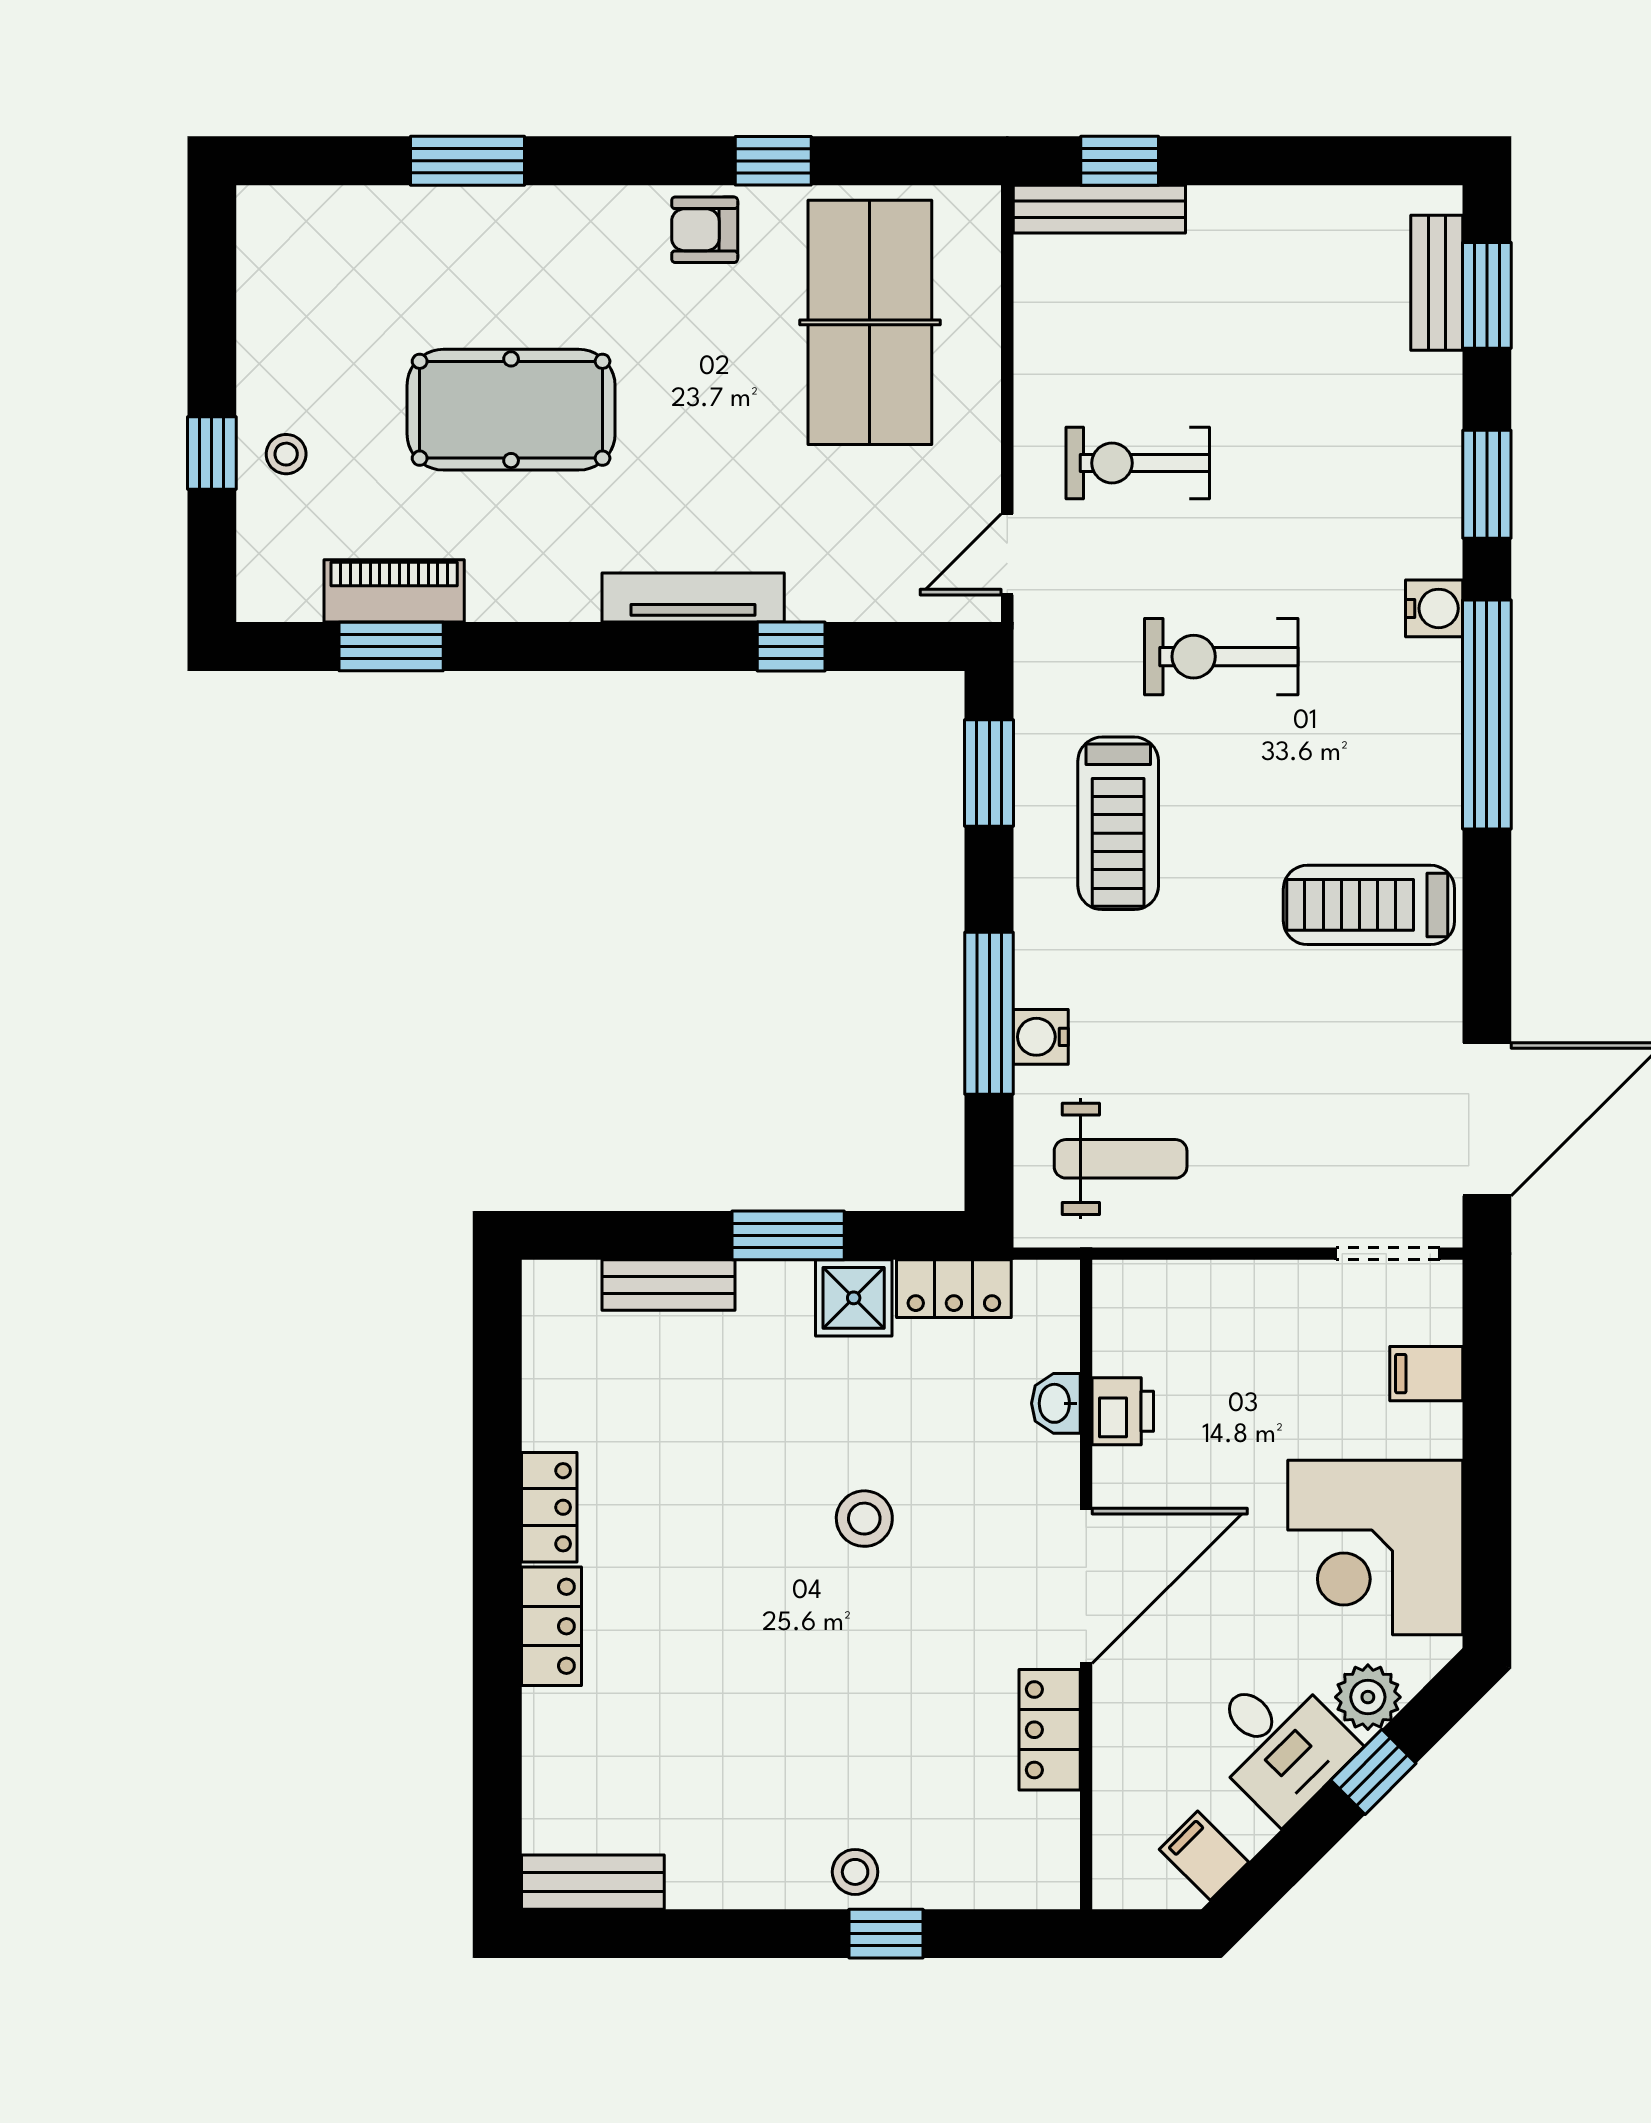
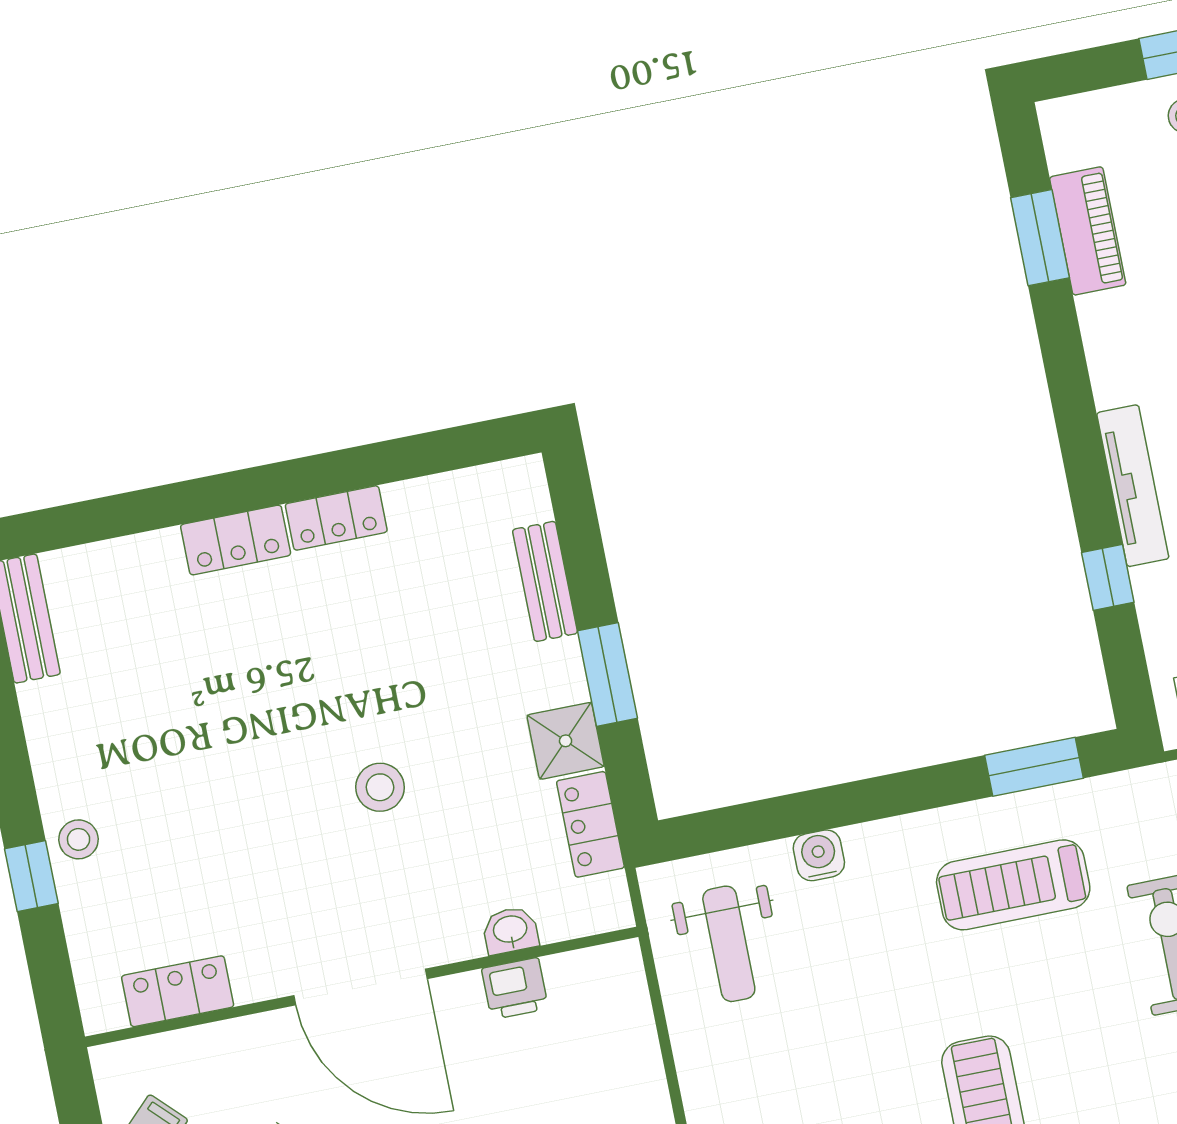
window: (989, 1013) -> (830, 807), removed
locker: (1050, 1730) -> (178, 991), moved

